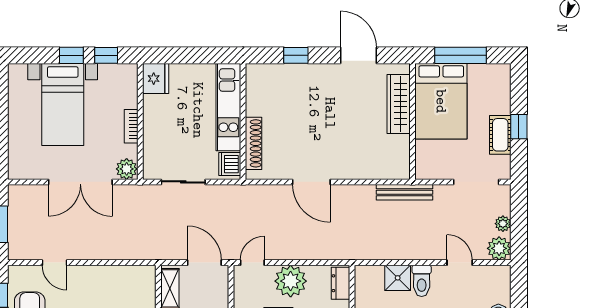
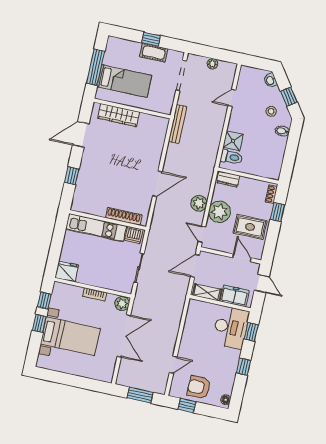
bed: (441, 101) -> (124, 81), width x0.67
plant: (499, 248) -> (199, 203), moved
toilet: (422, 281) -> (231, 157), moved

